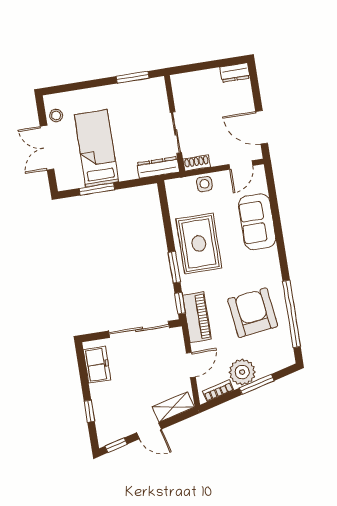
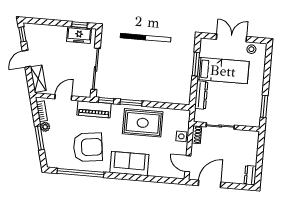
dresser: (158, 167) -> (201, 95), moved
sofa: (257, 222) -> (129, 164), moved
door: (191, 365) -> (63, 97), swing flipped
plant: (242, 372) -> (45, 127), width x0.53, depth x0.53
window: (89, 411) -> (80, 25), moved

